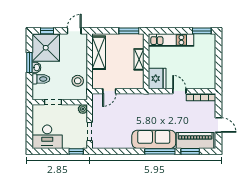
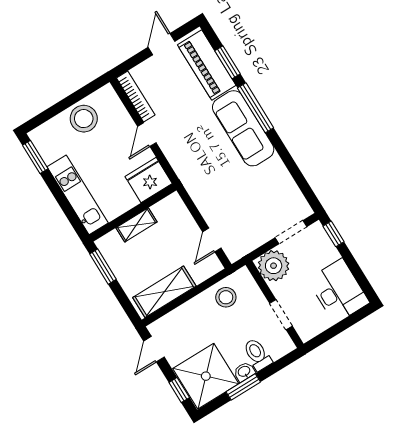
door: (74, 31) -> (154, 349), hinge flipped
stool: (206, 65) -> (84, 119), added
door: (109, 91) -> (212, 240), swing flipped
plant: (83, 109) -> (274, 266), width x1.87, depth x1.87

